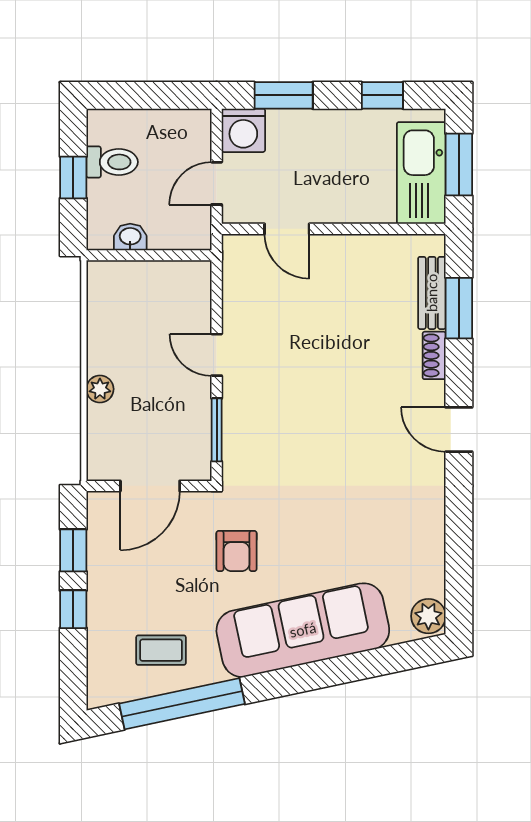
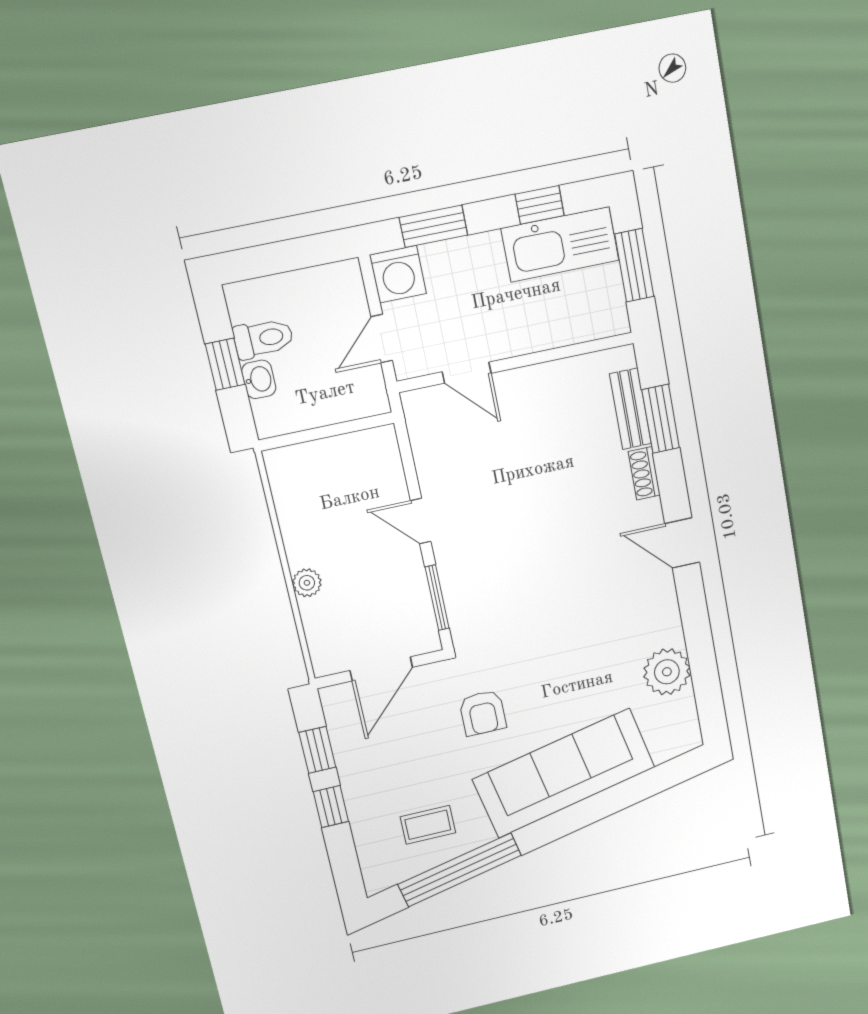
kitchen sink: (421, 173) -> (560, 244), moved, turned -90
washbasin: (130, 237) -> (259, 379), moved, turned 90
plant: (428, 616) -> (667, 672), moved, width x1.36, depth x1.36

